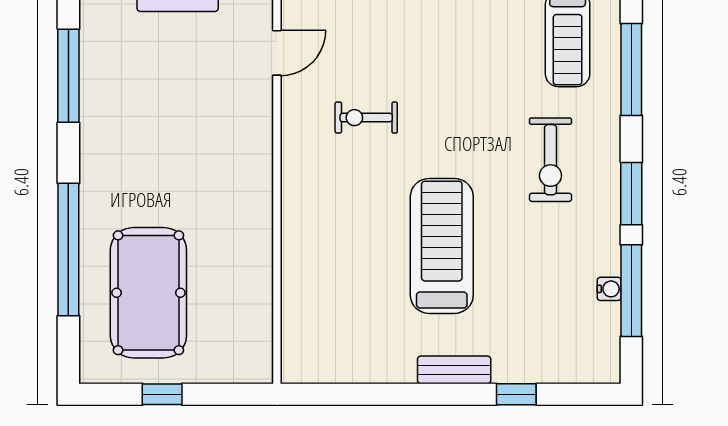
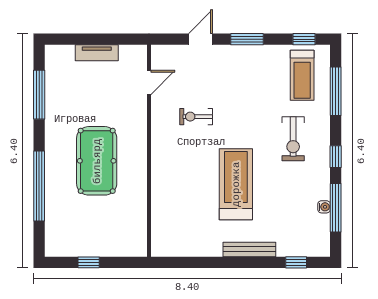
window: (631, 194) -> (336, 157), width x0.67
pool table: (148, 293) -> (97, 161), moved
bench: (454, 370) -> (249, 249), width x1.36
window: (516, 394) -> (296, 262), moved

